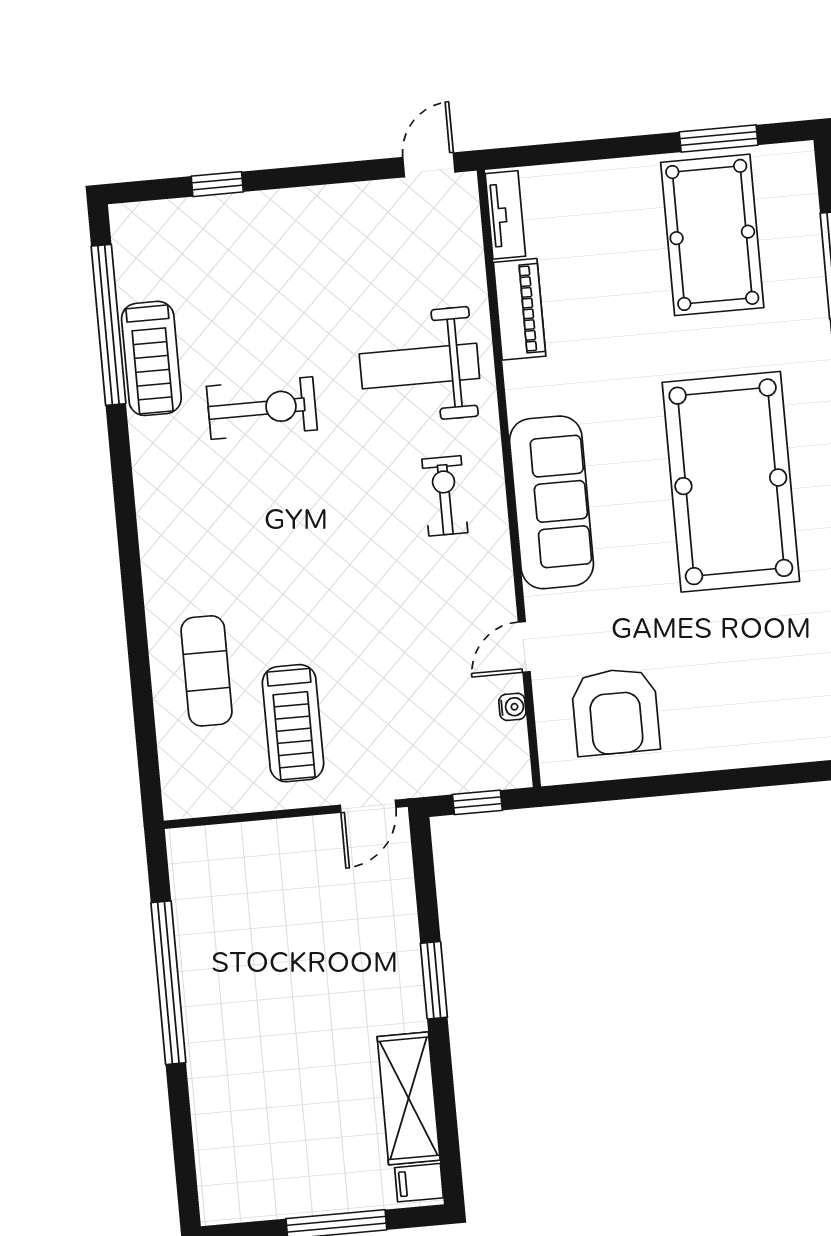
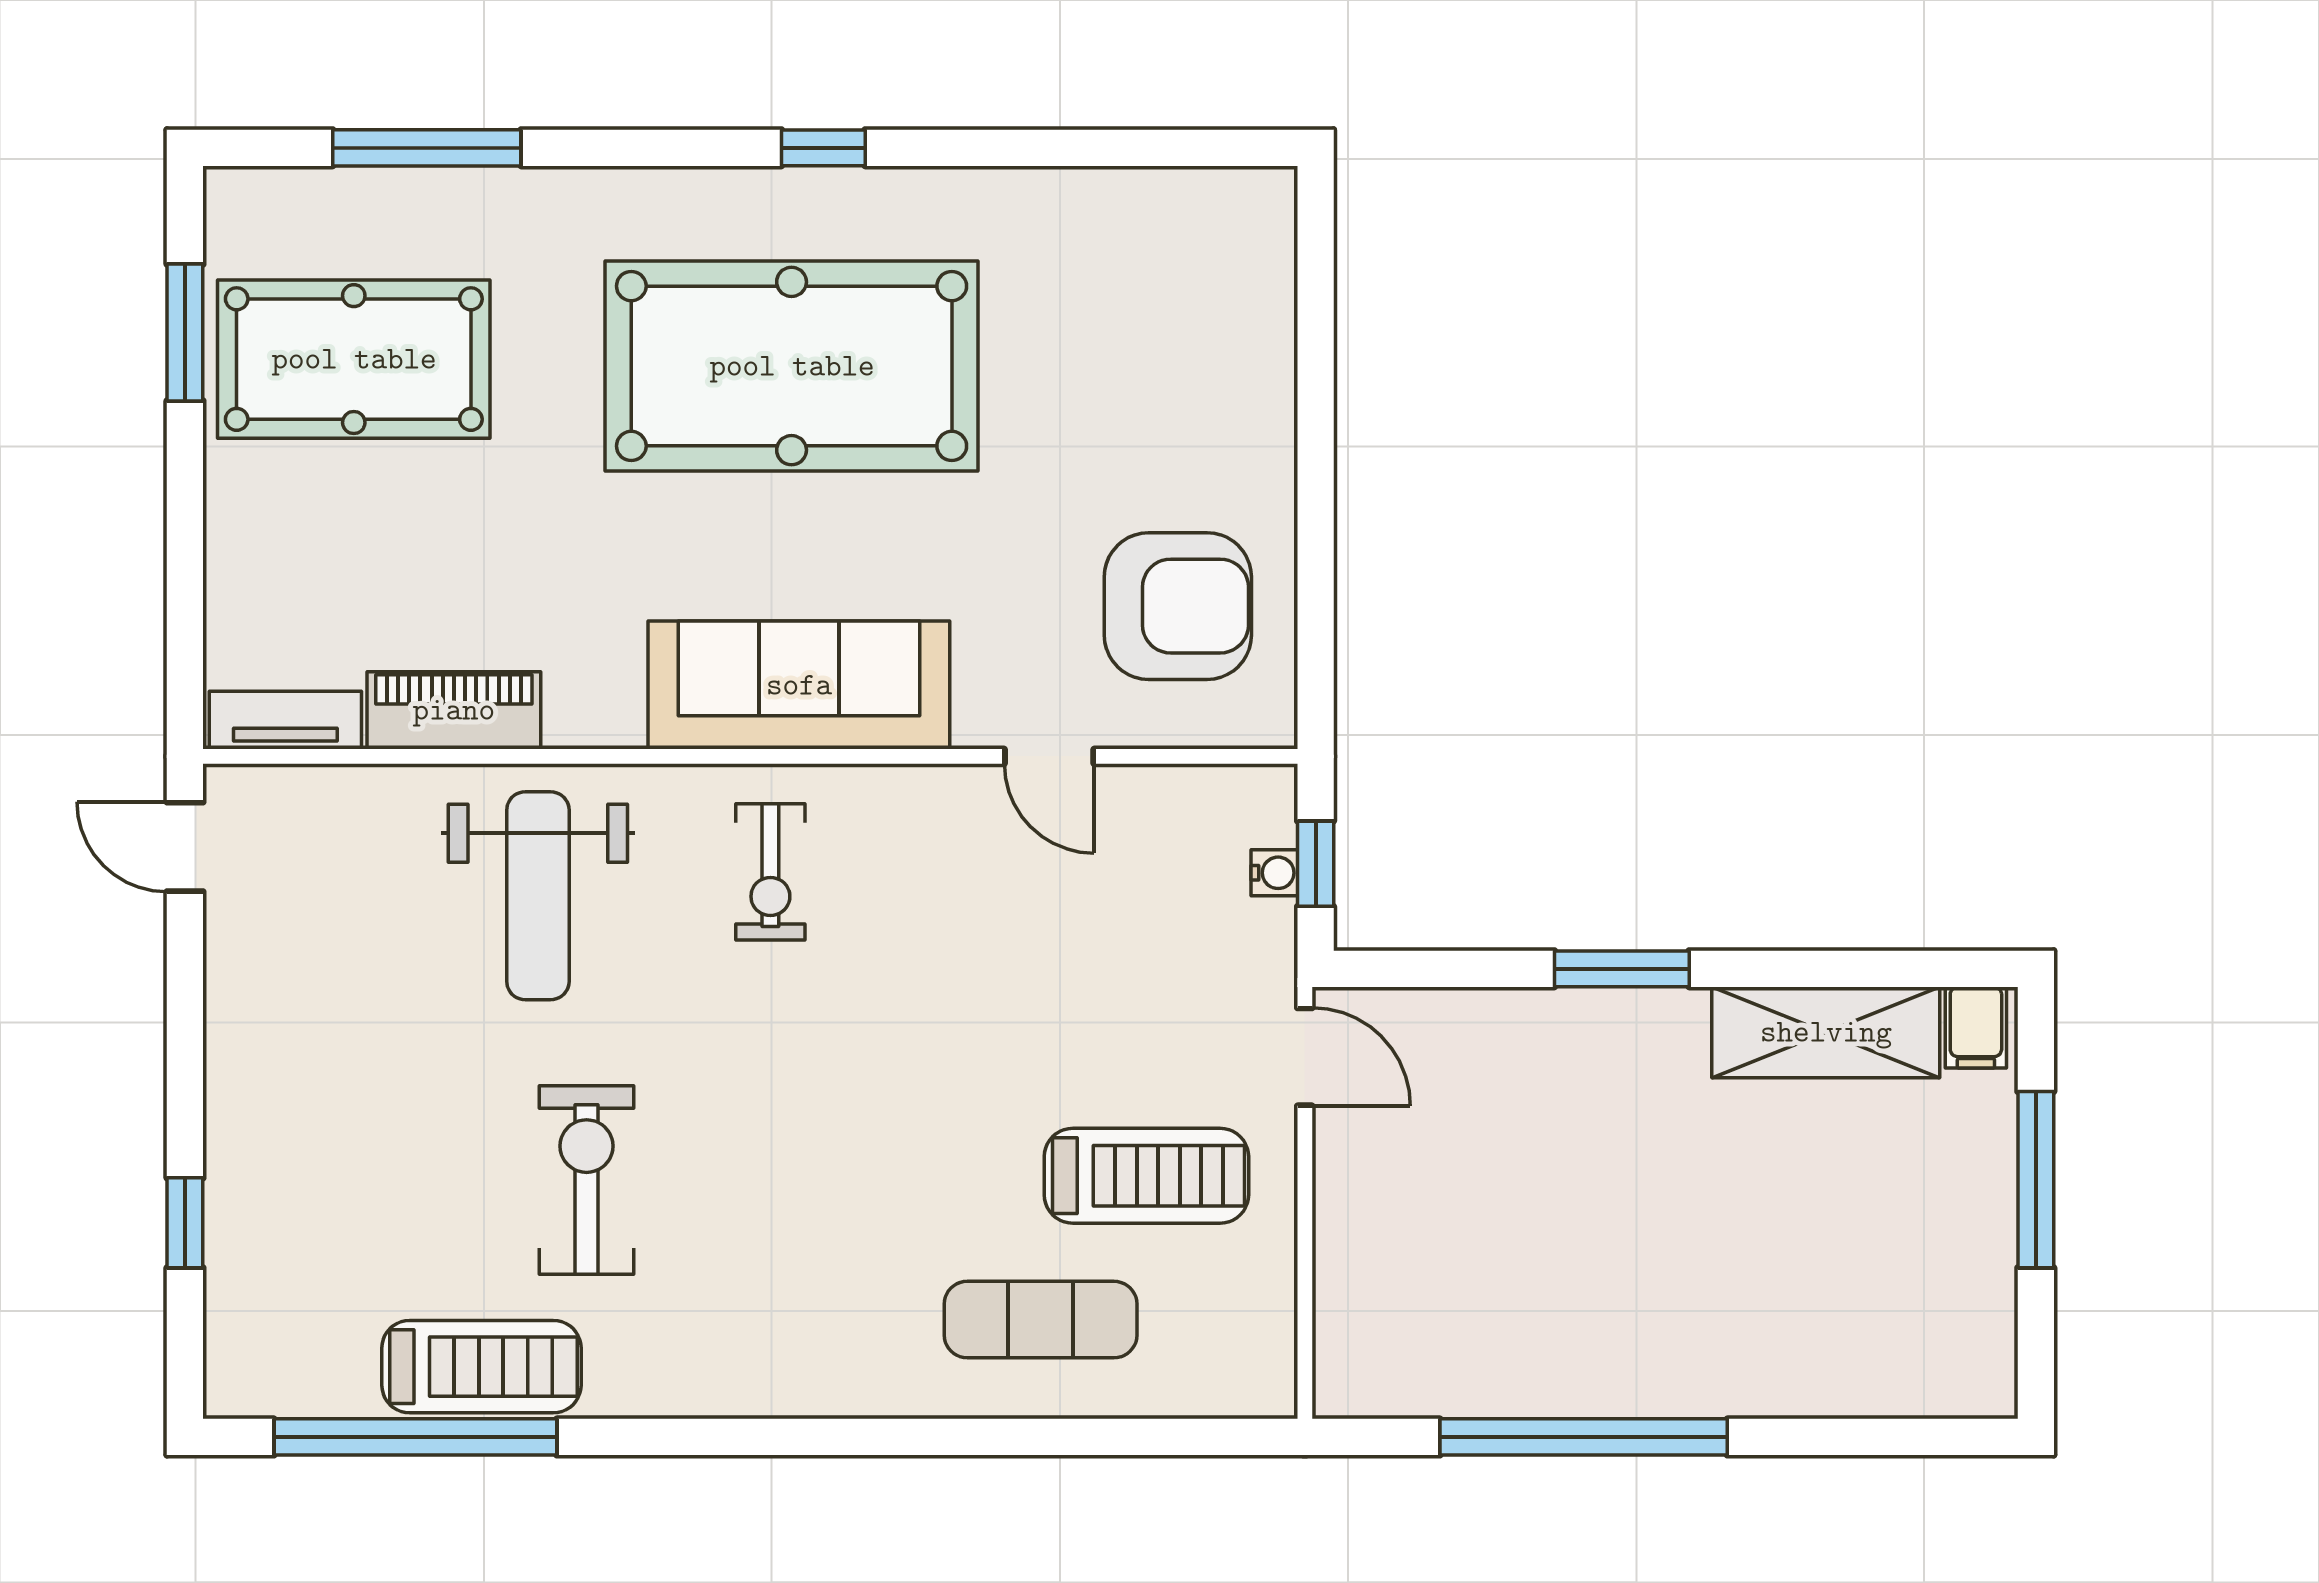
exercise bike: (445, 496) -> (770, 872), turned -90
water cooler: (512, 707) -> (1274, 873), moved, turned 90

